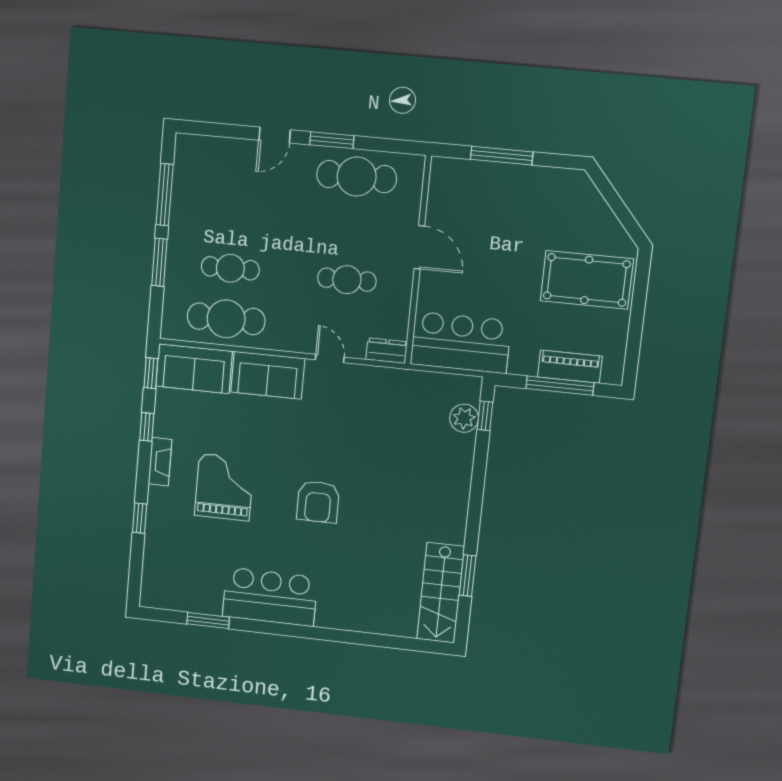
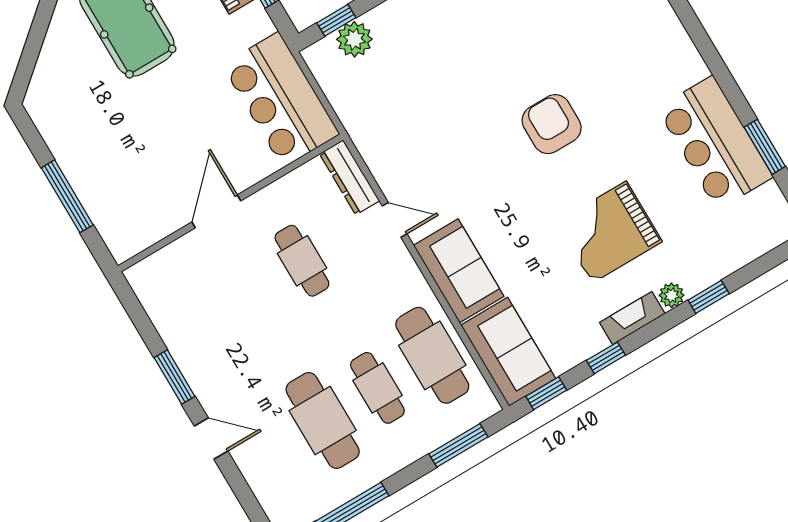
cafe table: (357, 177) -> (323, 420), moved
window: (159, 262) -> (458, 445), moved
dresser: (387, 351) -> (349, 177), width x1.44
door: (330, 359) -> (395, 220), swing flipped
plant: (157, 496) -> (672, 295), added
armchair: (318, 502) -> (552, 124), turned -90
bar counter: (270, 597) -> (715, 143), moved

